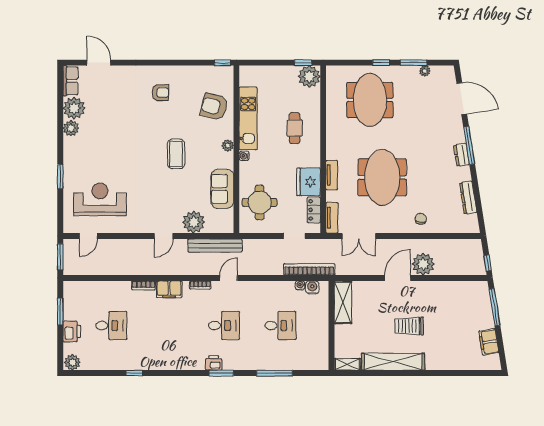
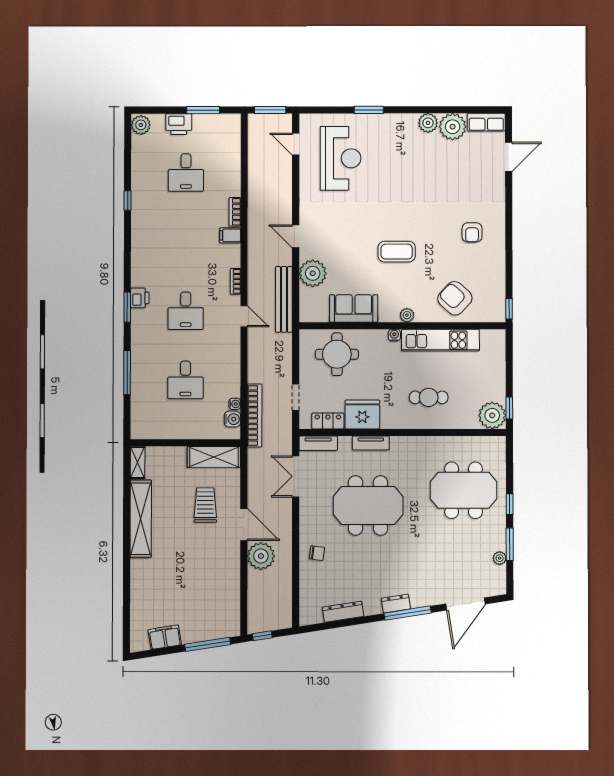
armchair: (214, 107) -> (455, 298), turned -61
filing cabinet: (169, 289) -> (230, 235), width x0.50
trolley: (409, 326) -> (205, 505), moved

